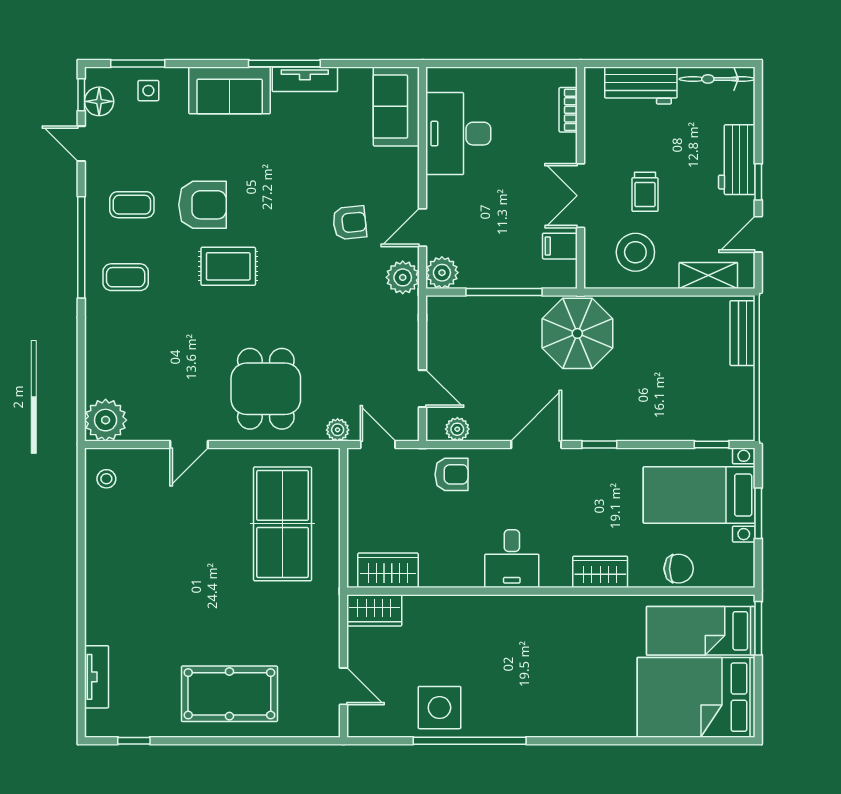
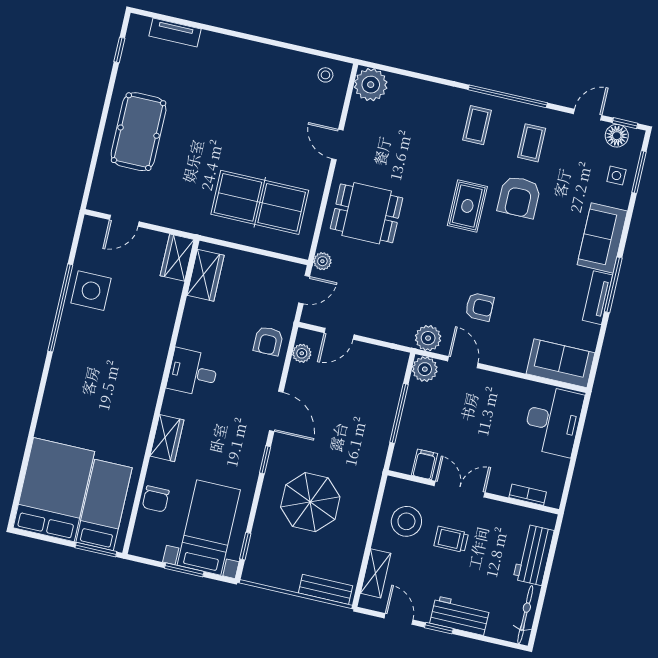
desk: (458, 134) -> (553, 421), moved, turned 90
armchair: (350, 223) -> (479, 307), turned -84
parasol: (577, 333) -> (310, 502), moved

